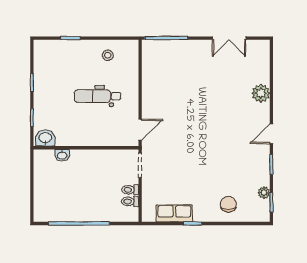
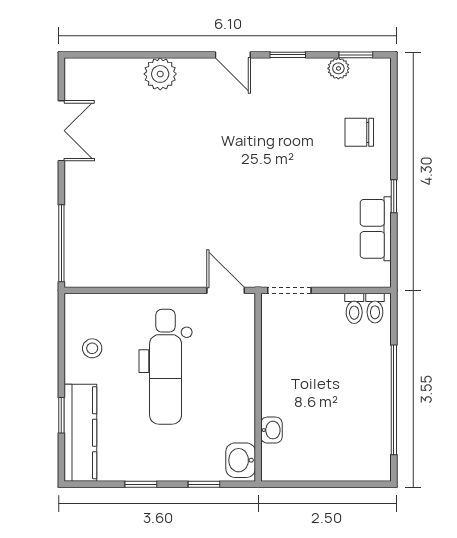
kitchen counter: (61, 49) -> (80, 433), added
dental chair: (97, 96) -> (166, 367), width x1.36, depth x1.38
toilet: (130, 190) -> (375, 308), moved

